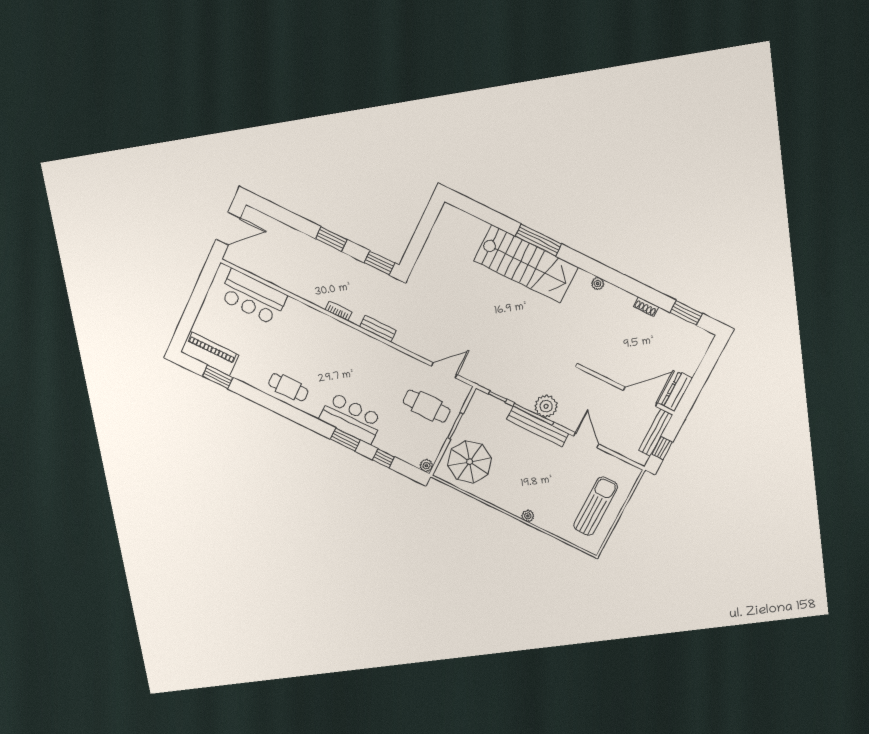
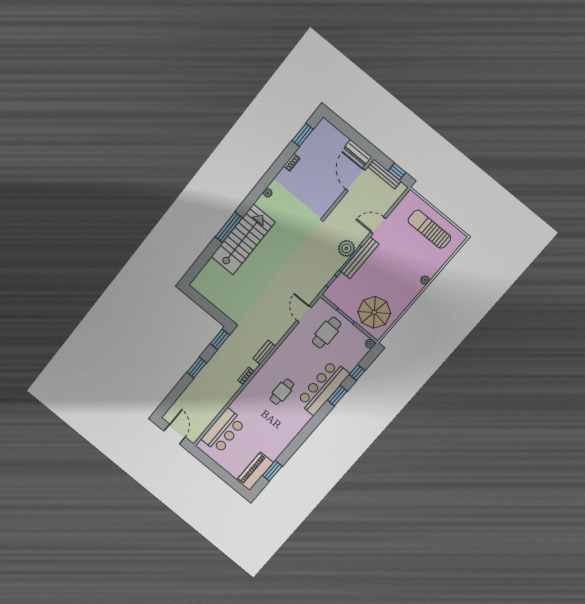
cafe table: (288, 387) -> (282, 392), moved
bar counter: (351, 418) -> (323, 387), width x1.36

